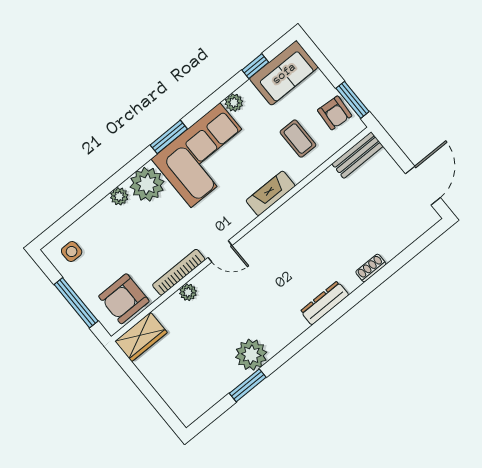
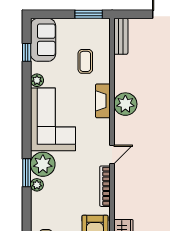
armchair: (335, 113) -> (88, 30), removed
window: (169, 137) -> (27, 173), moved
coffee table: (298, 139) -> (85, 61), turned 90
plant: (188, 292) -> (125, 104), moved, width x1.87, depth x1.87

